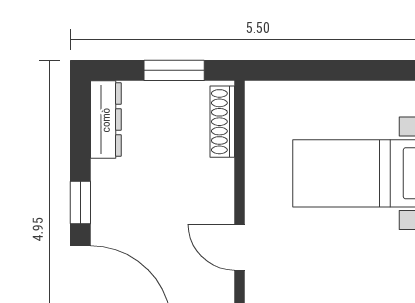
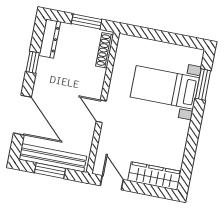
window: (80, 202) -> (33, 62), moved

